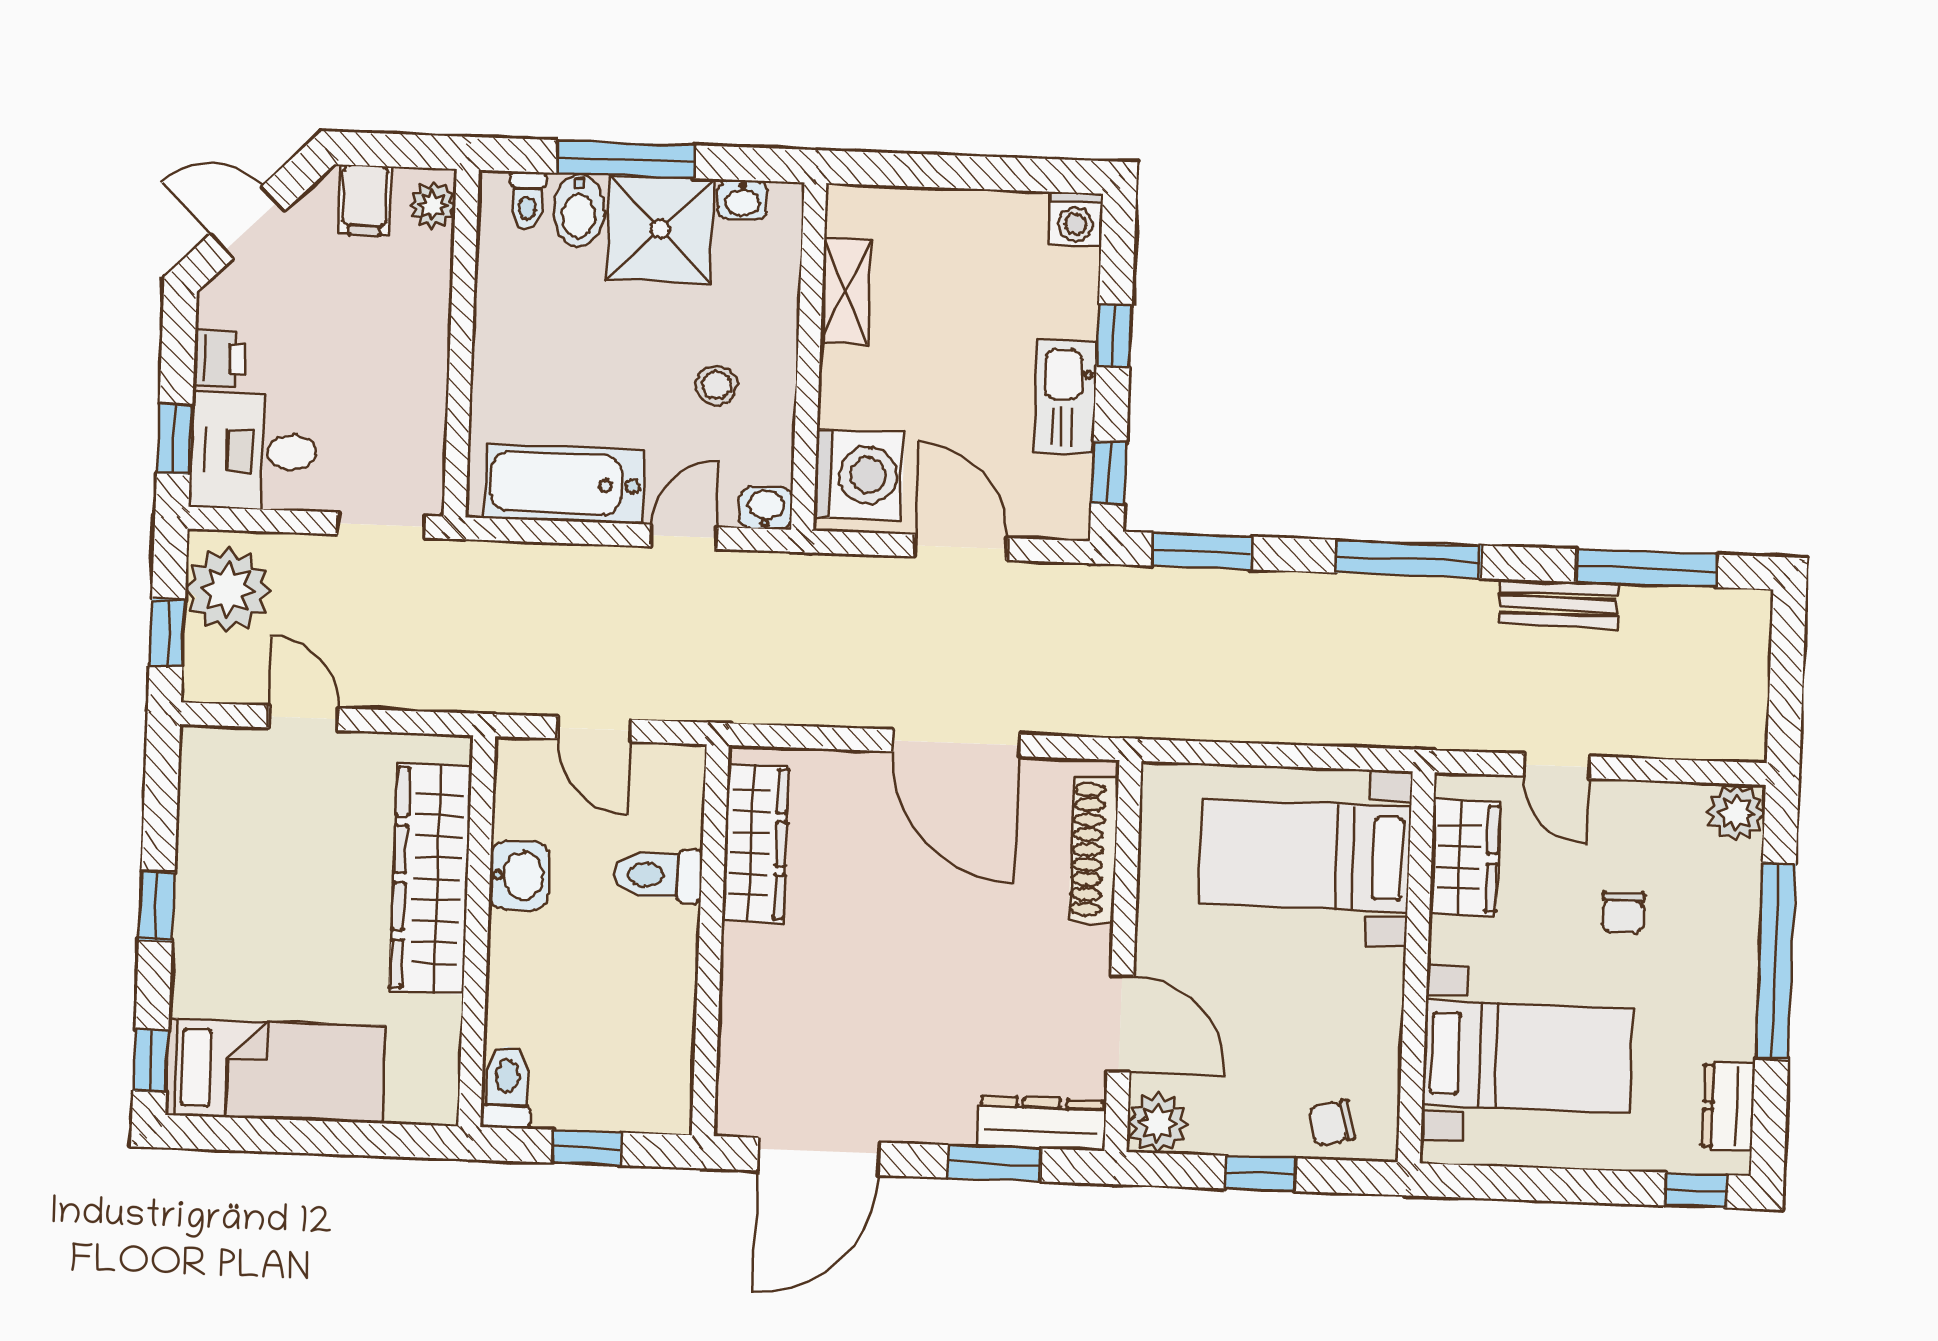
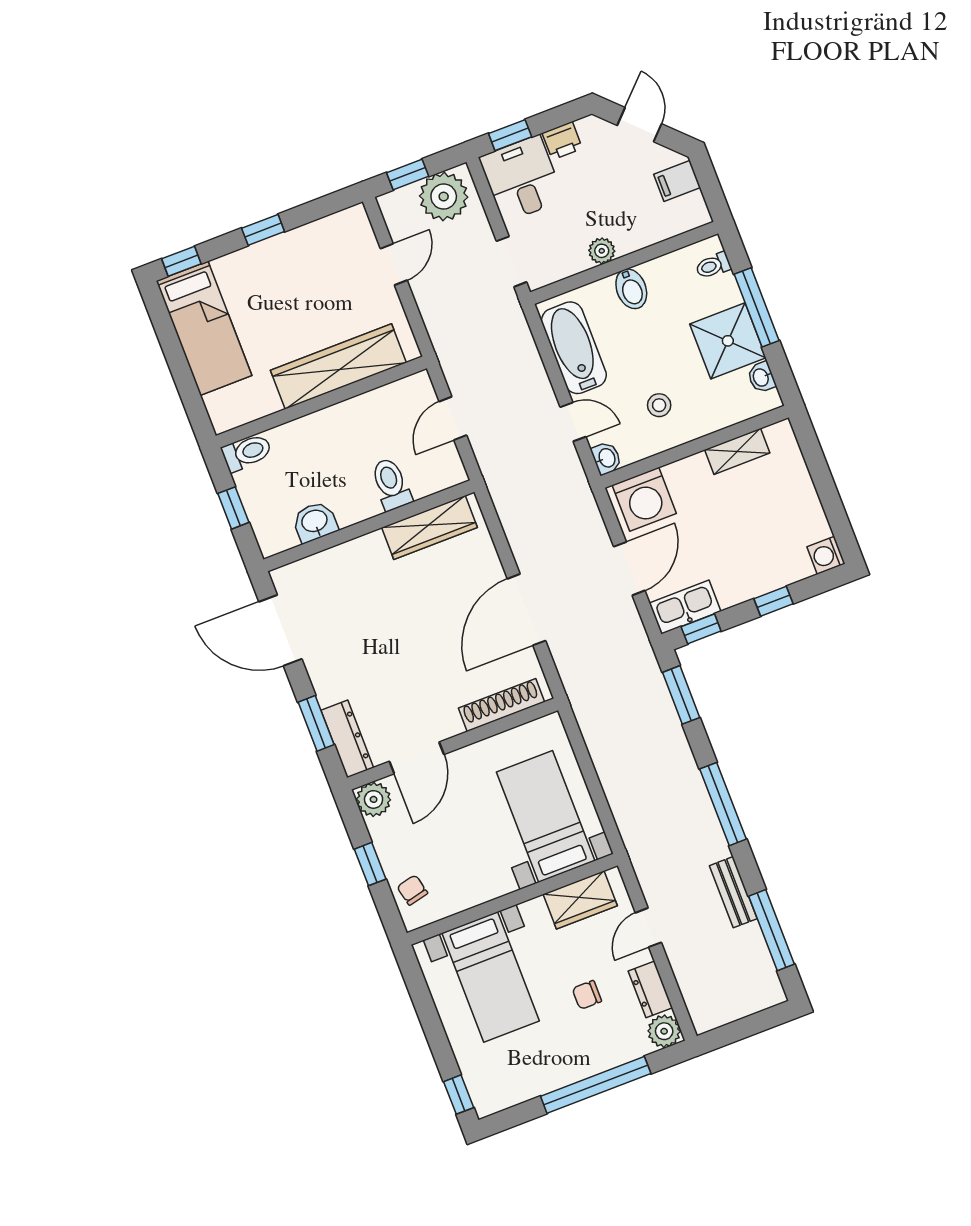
plant: (433, 205) -> (602, 251), moved
bidet: (579, 210) -> (631, 289), moved, turned -90
kitchen sink: (1066, 397) -> (685, 607), moved
washbasin: (519, 875) -> (315, 522), moved, turned 180
dresser: (1729, 1106) -> (650, 989), moved, turned -90

